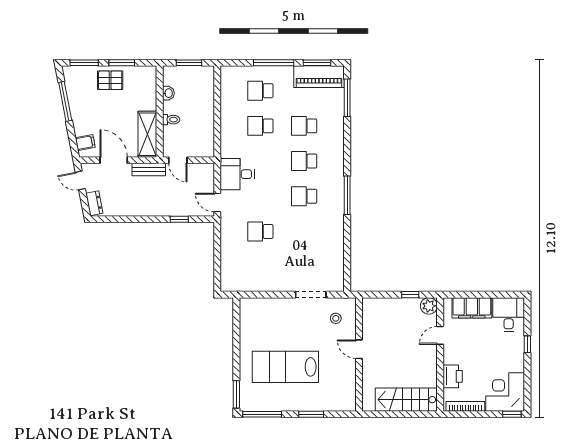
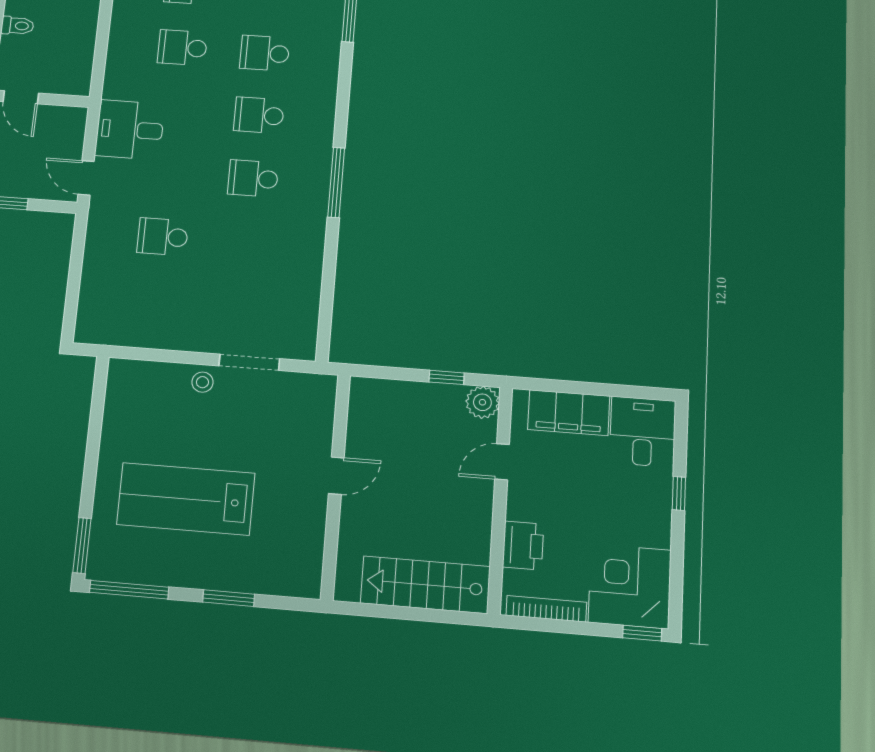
stool: (336, 318) -> (202, 382), moved
door: (359, 349) -> (336, 476), swing flipped

